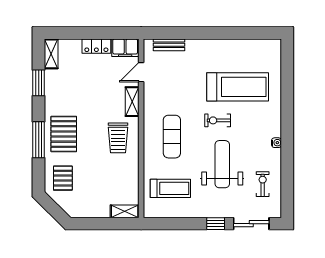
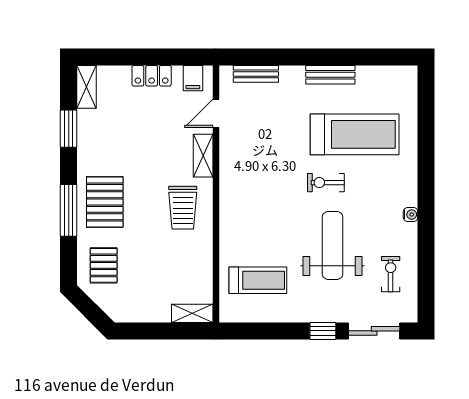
bench: (221, 45) -> (330, 75), added
filing cabinet: (125, 48) -> (193, 78), width x0.50
exercise mat: (172, 137) -> (260, 206), removed

